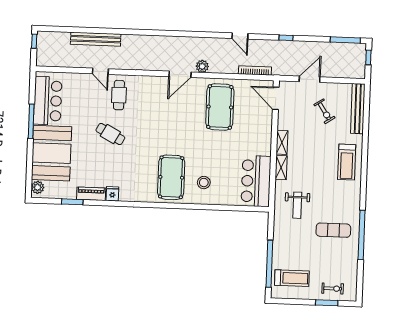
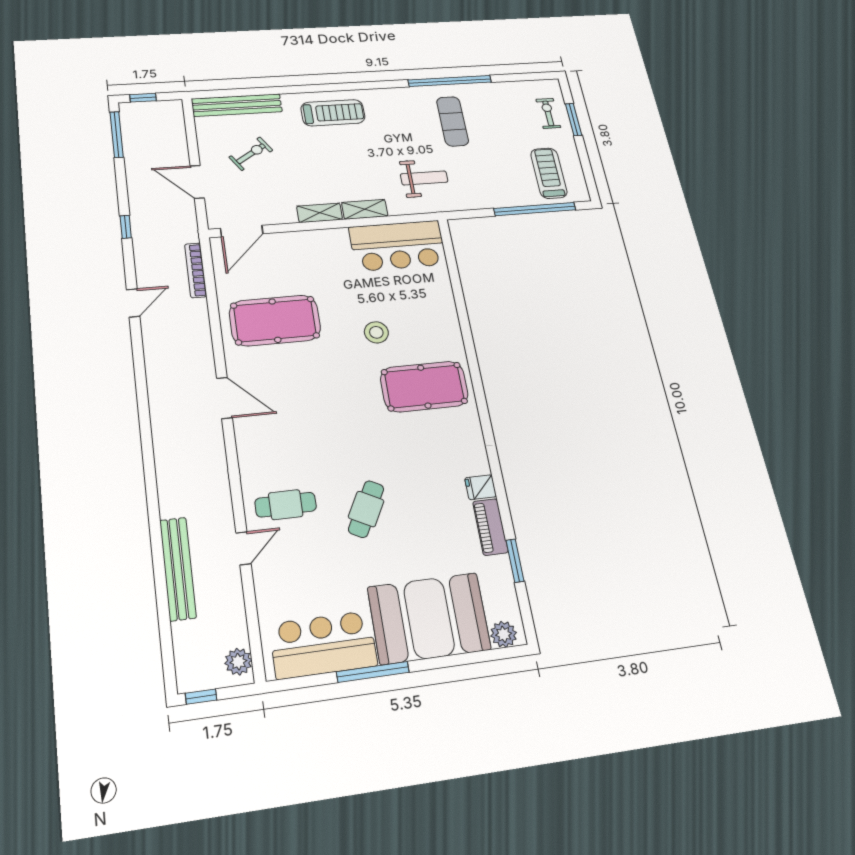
plant: (202, 66) -> (238, 662), moved
stool: (204, 183) -> (376, 332), moved

